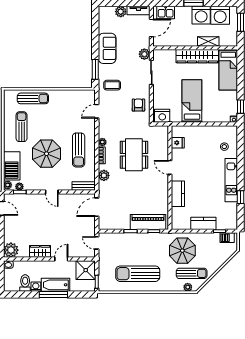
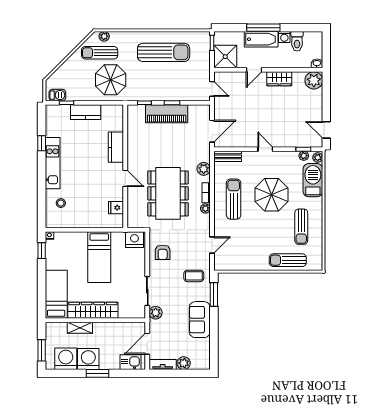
dining table: (134, 155) -> (168, 193), width x1.36, depth x1.24
piano: (148, 222) -> (167, 114), moved

